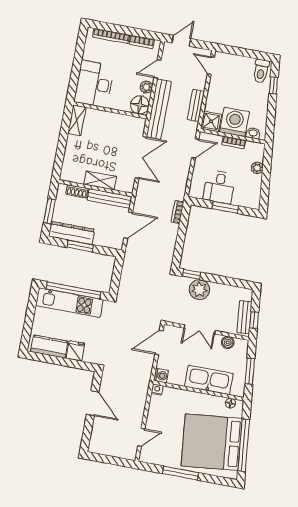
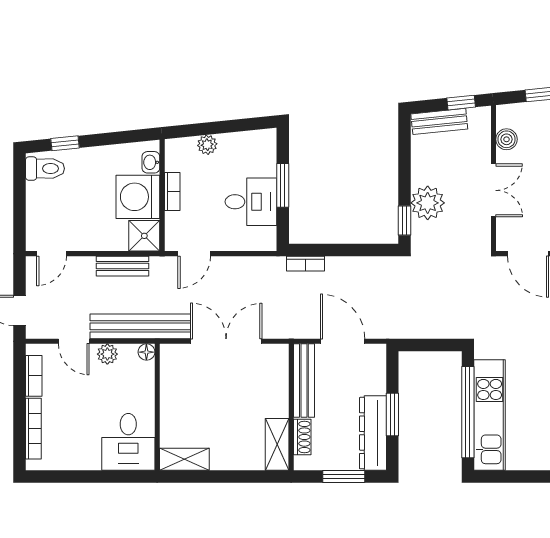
desk: (94, 84) -> (128, 442), width x0.73
floor lamp: (140, 105) -> (146, 352), width x0.53, depth x0.53
door: (195, 148) -> (194, 254), swing flipped
shelving: (100, 180) -> (277, 444), moved
bench: (244, 317) -> (439, 121), moved

